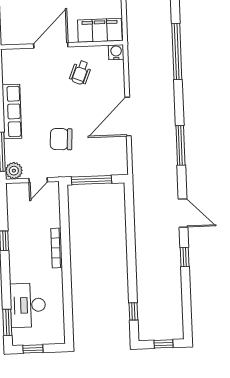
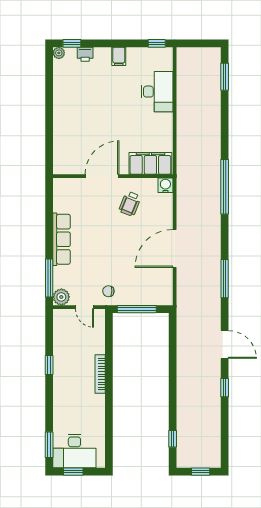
chair: (61, 139) -> (108, 291), moved, width x0.54, depth x0.54
door: (38, 180) -> (85, 307), hinge flipped
desk: (28, 305) -> (74, 451), moved, turned -90

